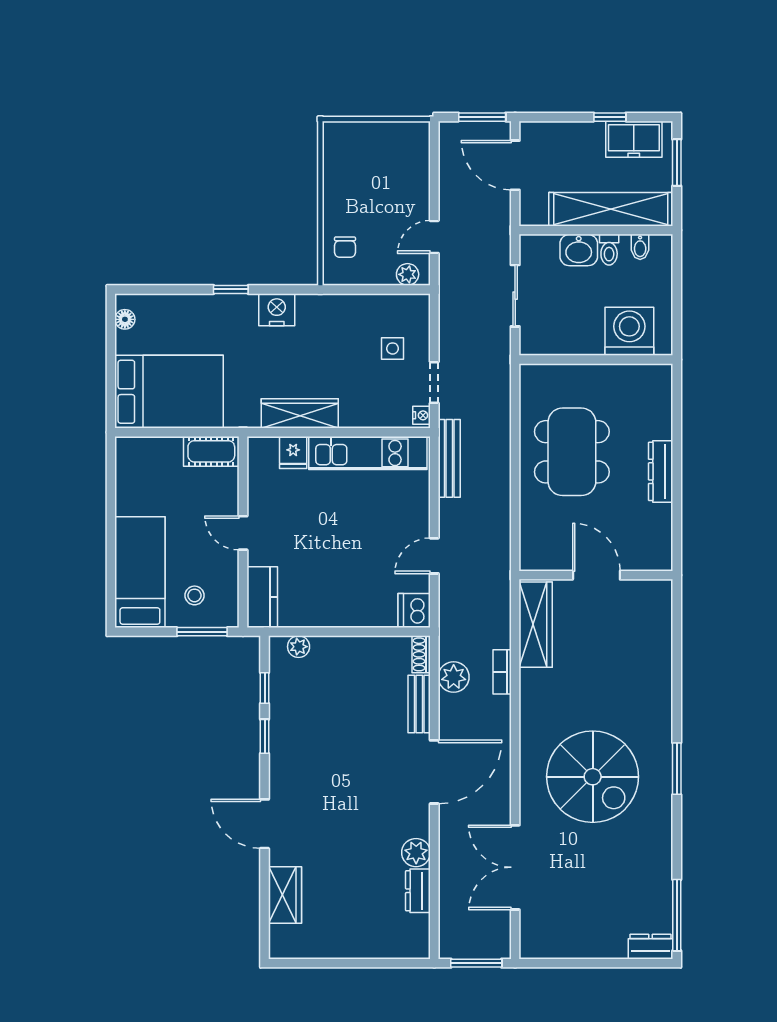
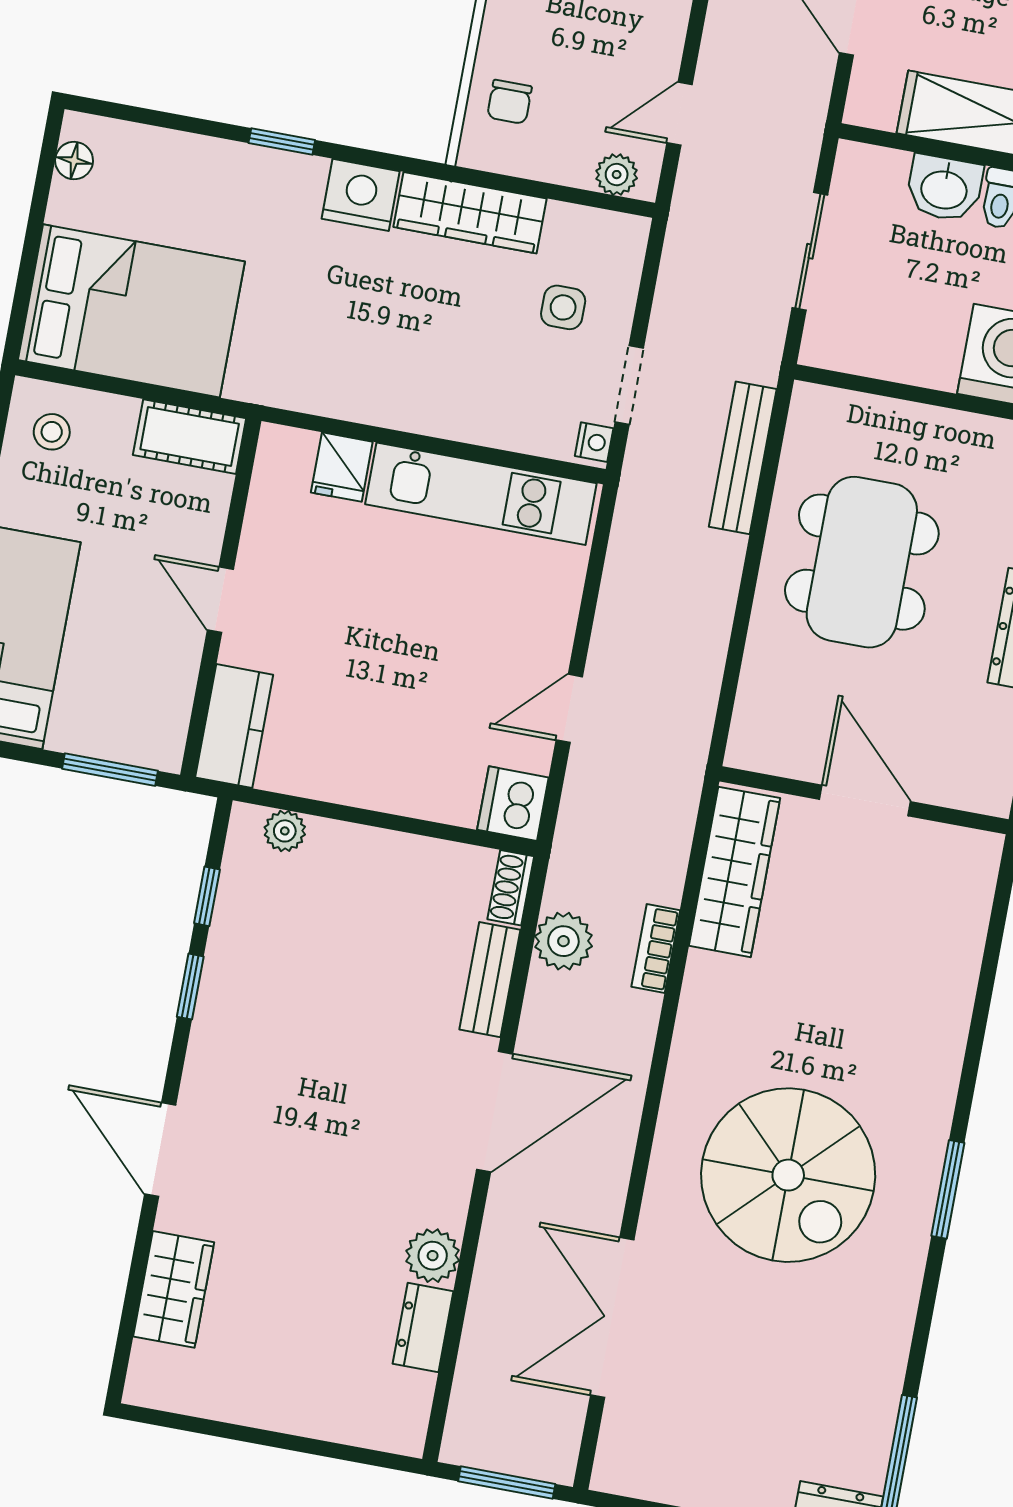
wardrobe: (300, 413) -> (470, 213), moved, turned 180
bench: (449, 458) -> (743, 458), moved
stool: (195, 595) -> (52, 432), moved

